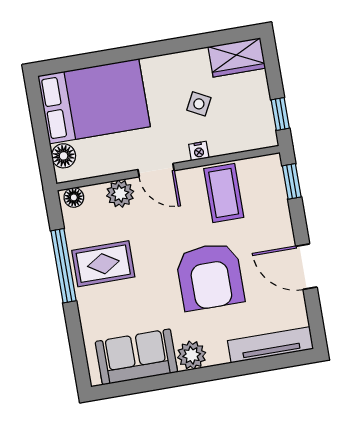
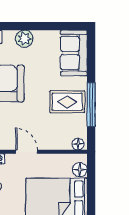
plant: (120, 194) -> (50, 142), removed
sofa: (136, 357) -> (74, 53), moved, turned 90

